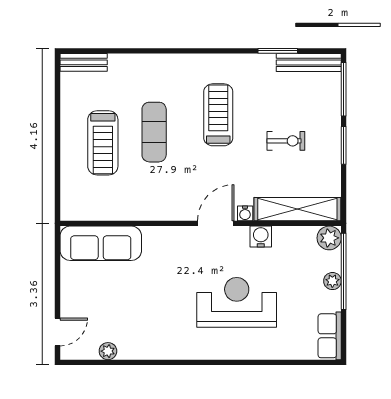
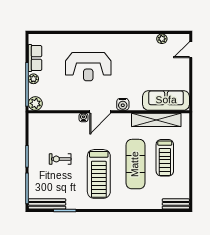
treadmill: (218, 115) -> (99, 174), width x1.37, depth x1.38
exercise mat: (154, 132) -> (135, 164), width x1.36, depth x1.45
treadmill: (103, 143) -> (165, 158), turned 180
shelving: (297, 209) -> (156, 120), moved
water cooler: (261, 236) -> (123, 104), moved
row of seats: (330, 336) -> (35, 58), moved

